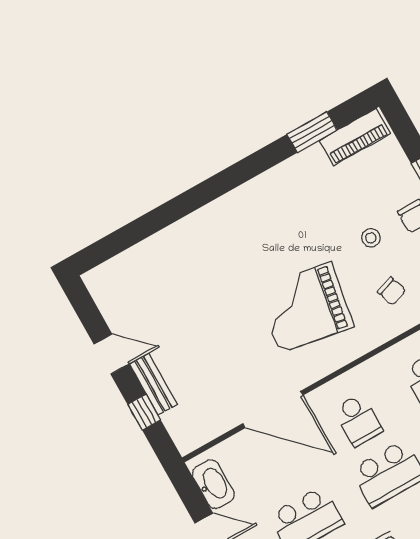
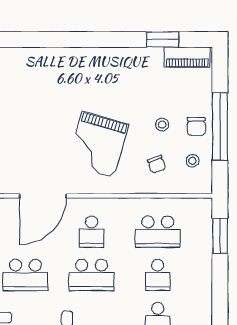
grand piano: (305, 307) -> (98, 144), turned -84
door: (273, 409) -> (43, 196), hinge flipped

